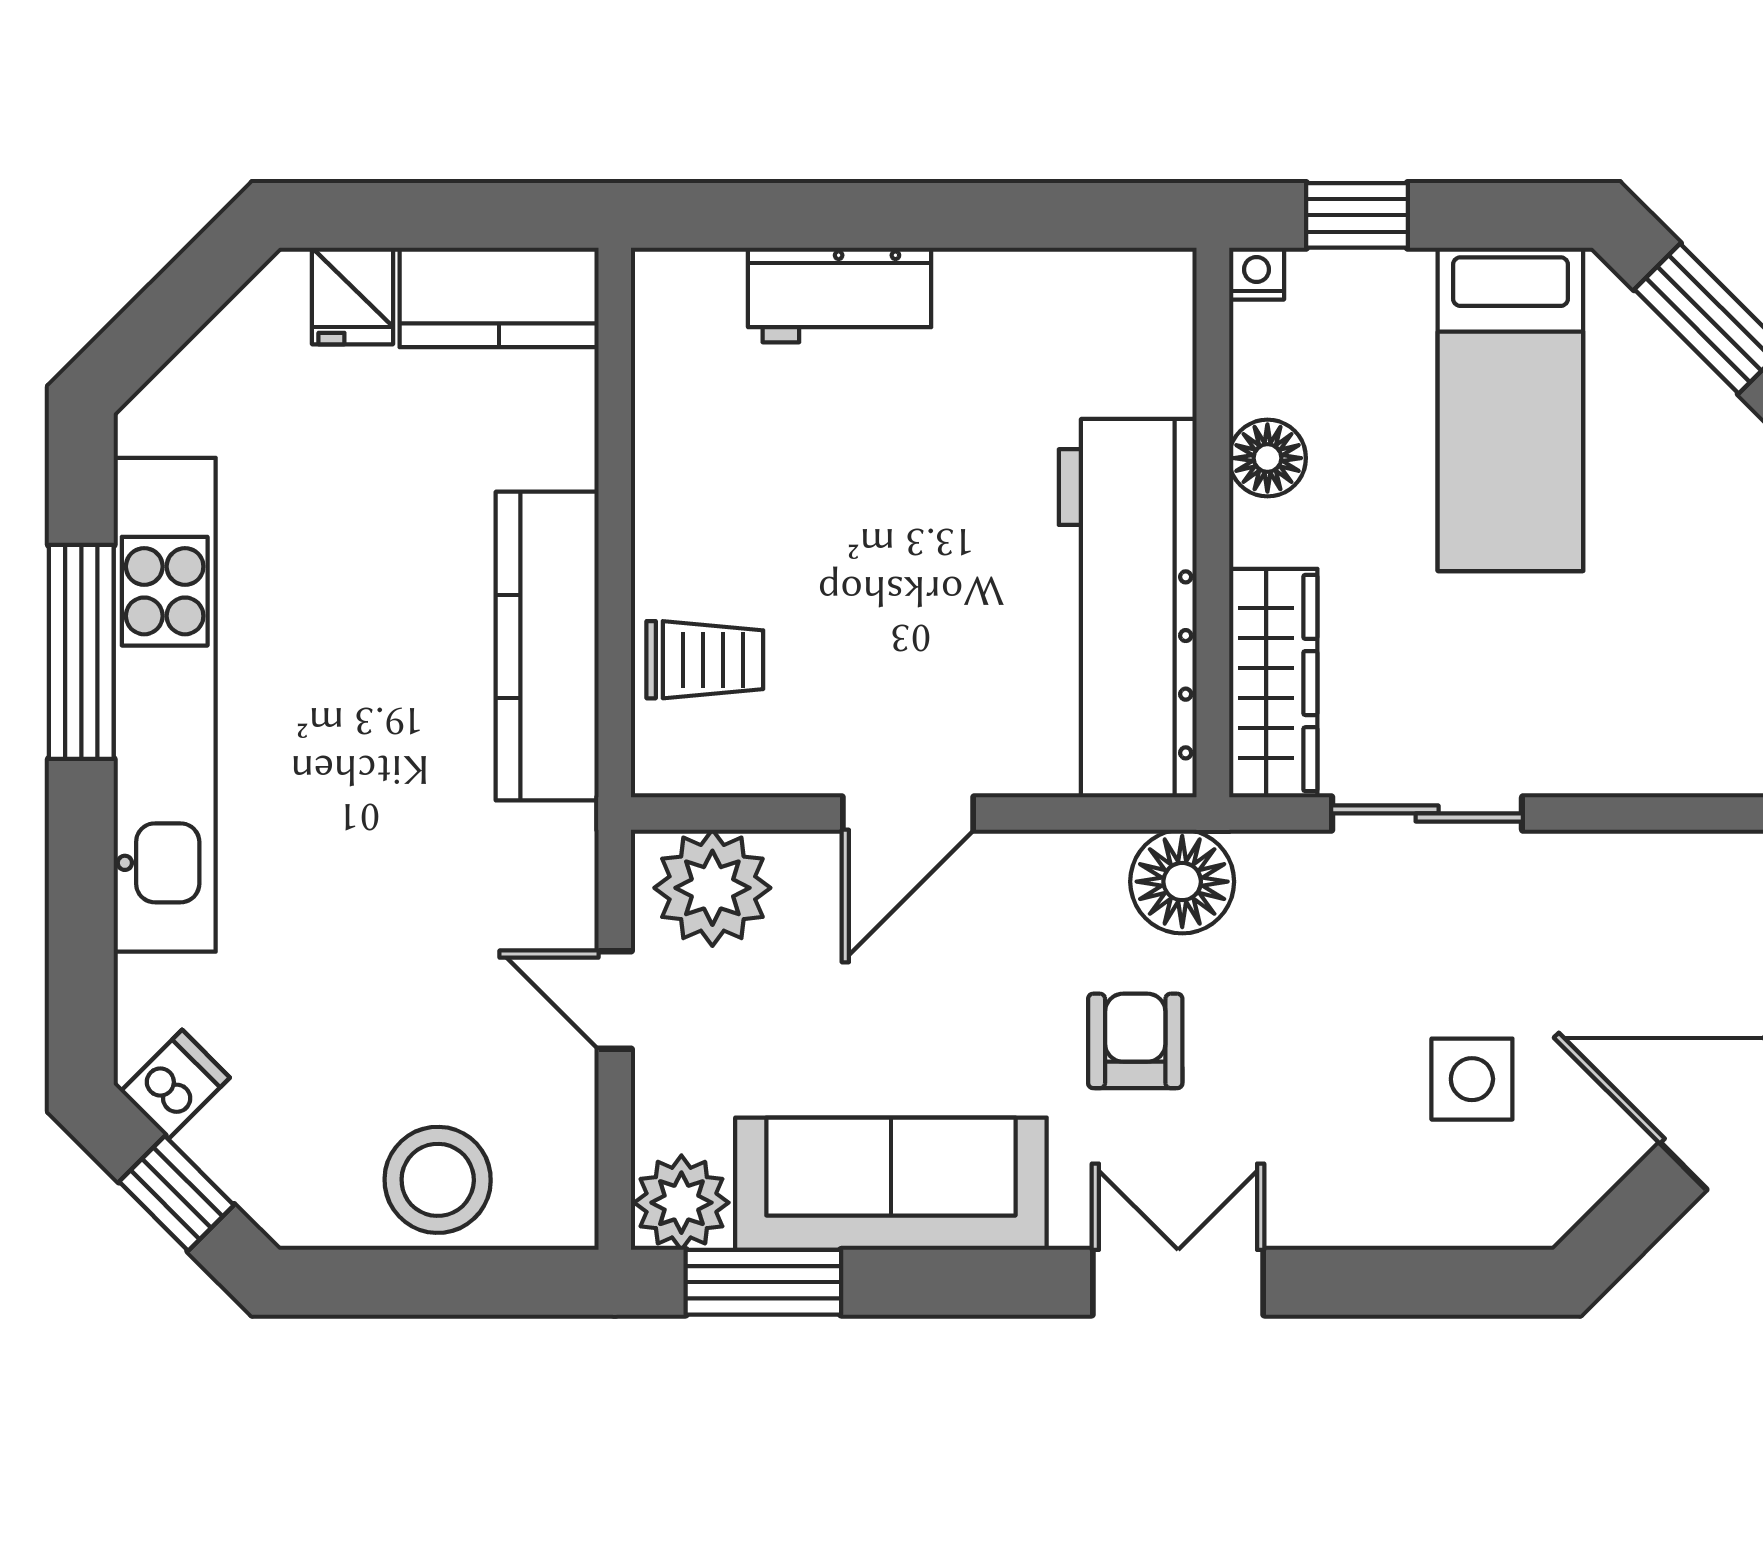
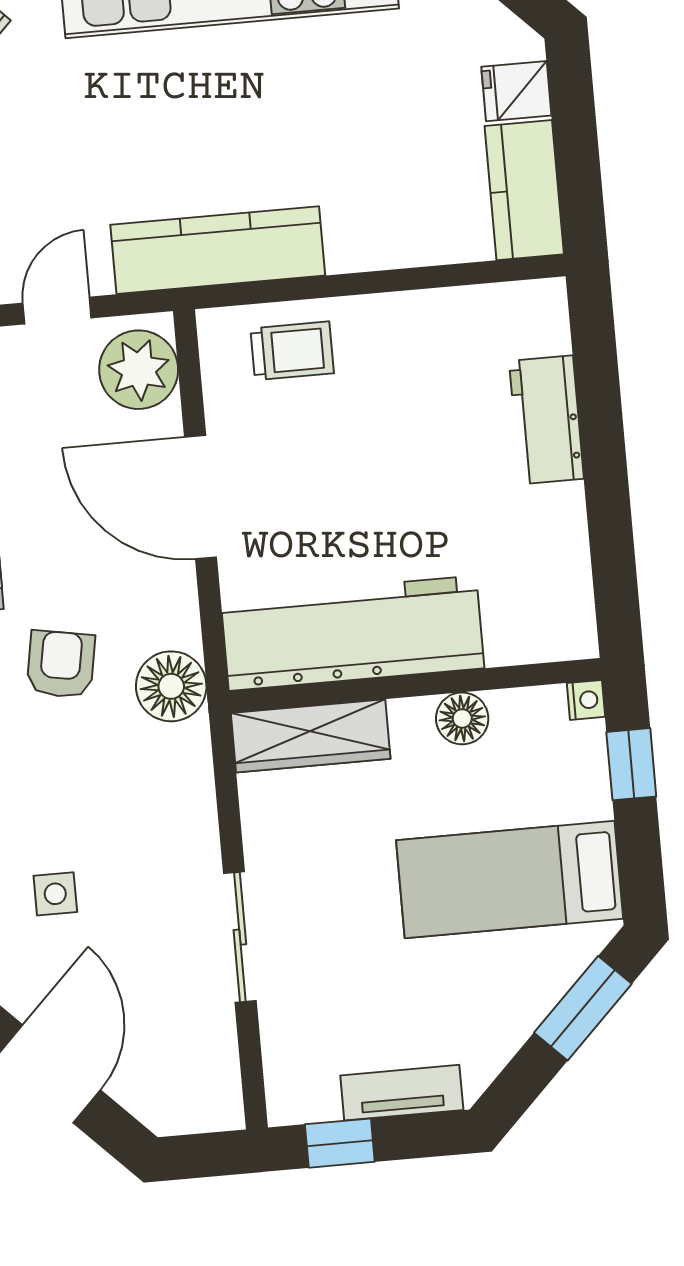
kitchen counter: (547, 646) -> (218, 250), moved
trolley: (705, 660) -> (292, 351), turned -90
door: (908, 813) -> (201, 497), width x1.36
sliding door: (1427, 813) -> (240, 937), moved
armchair: (1135, 1041) -> (61, 664), turned -80
side table: (1472, 1079) -> (55, 894), width x0.73, depth x0.73

